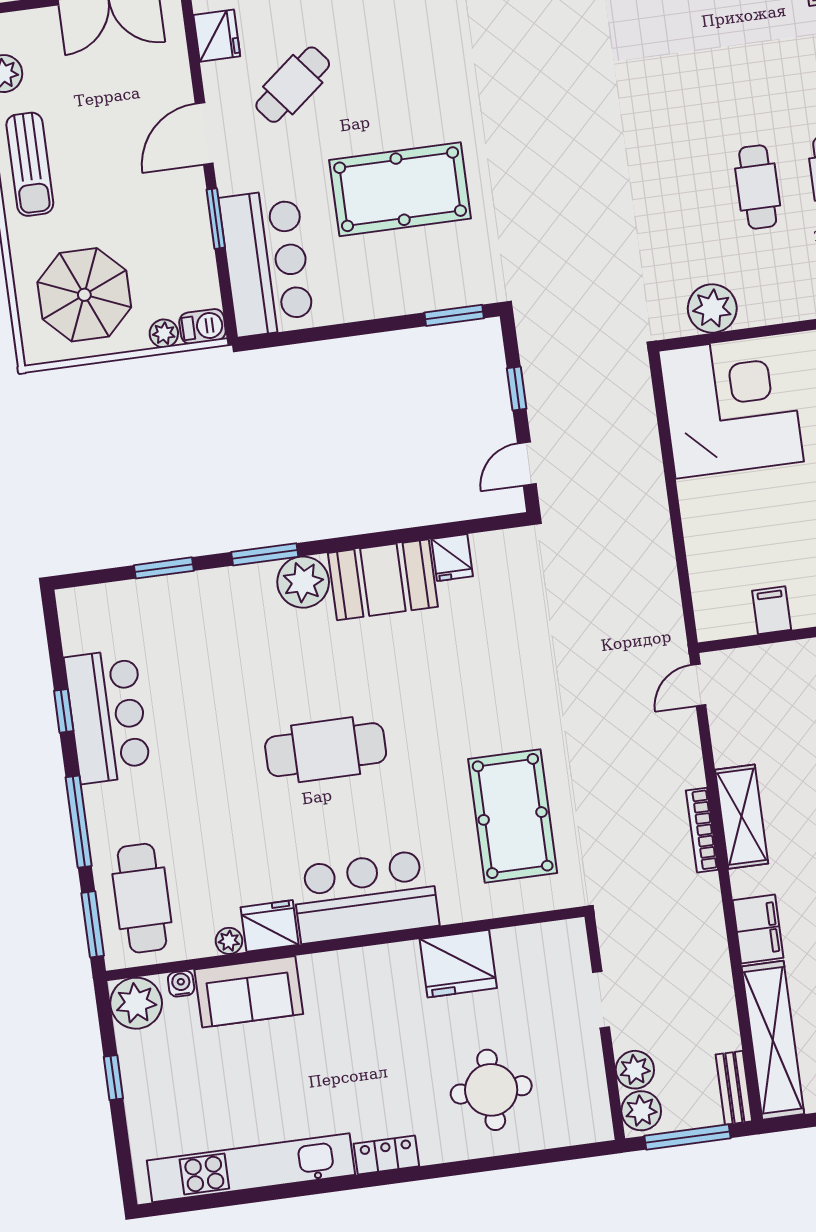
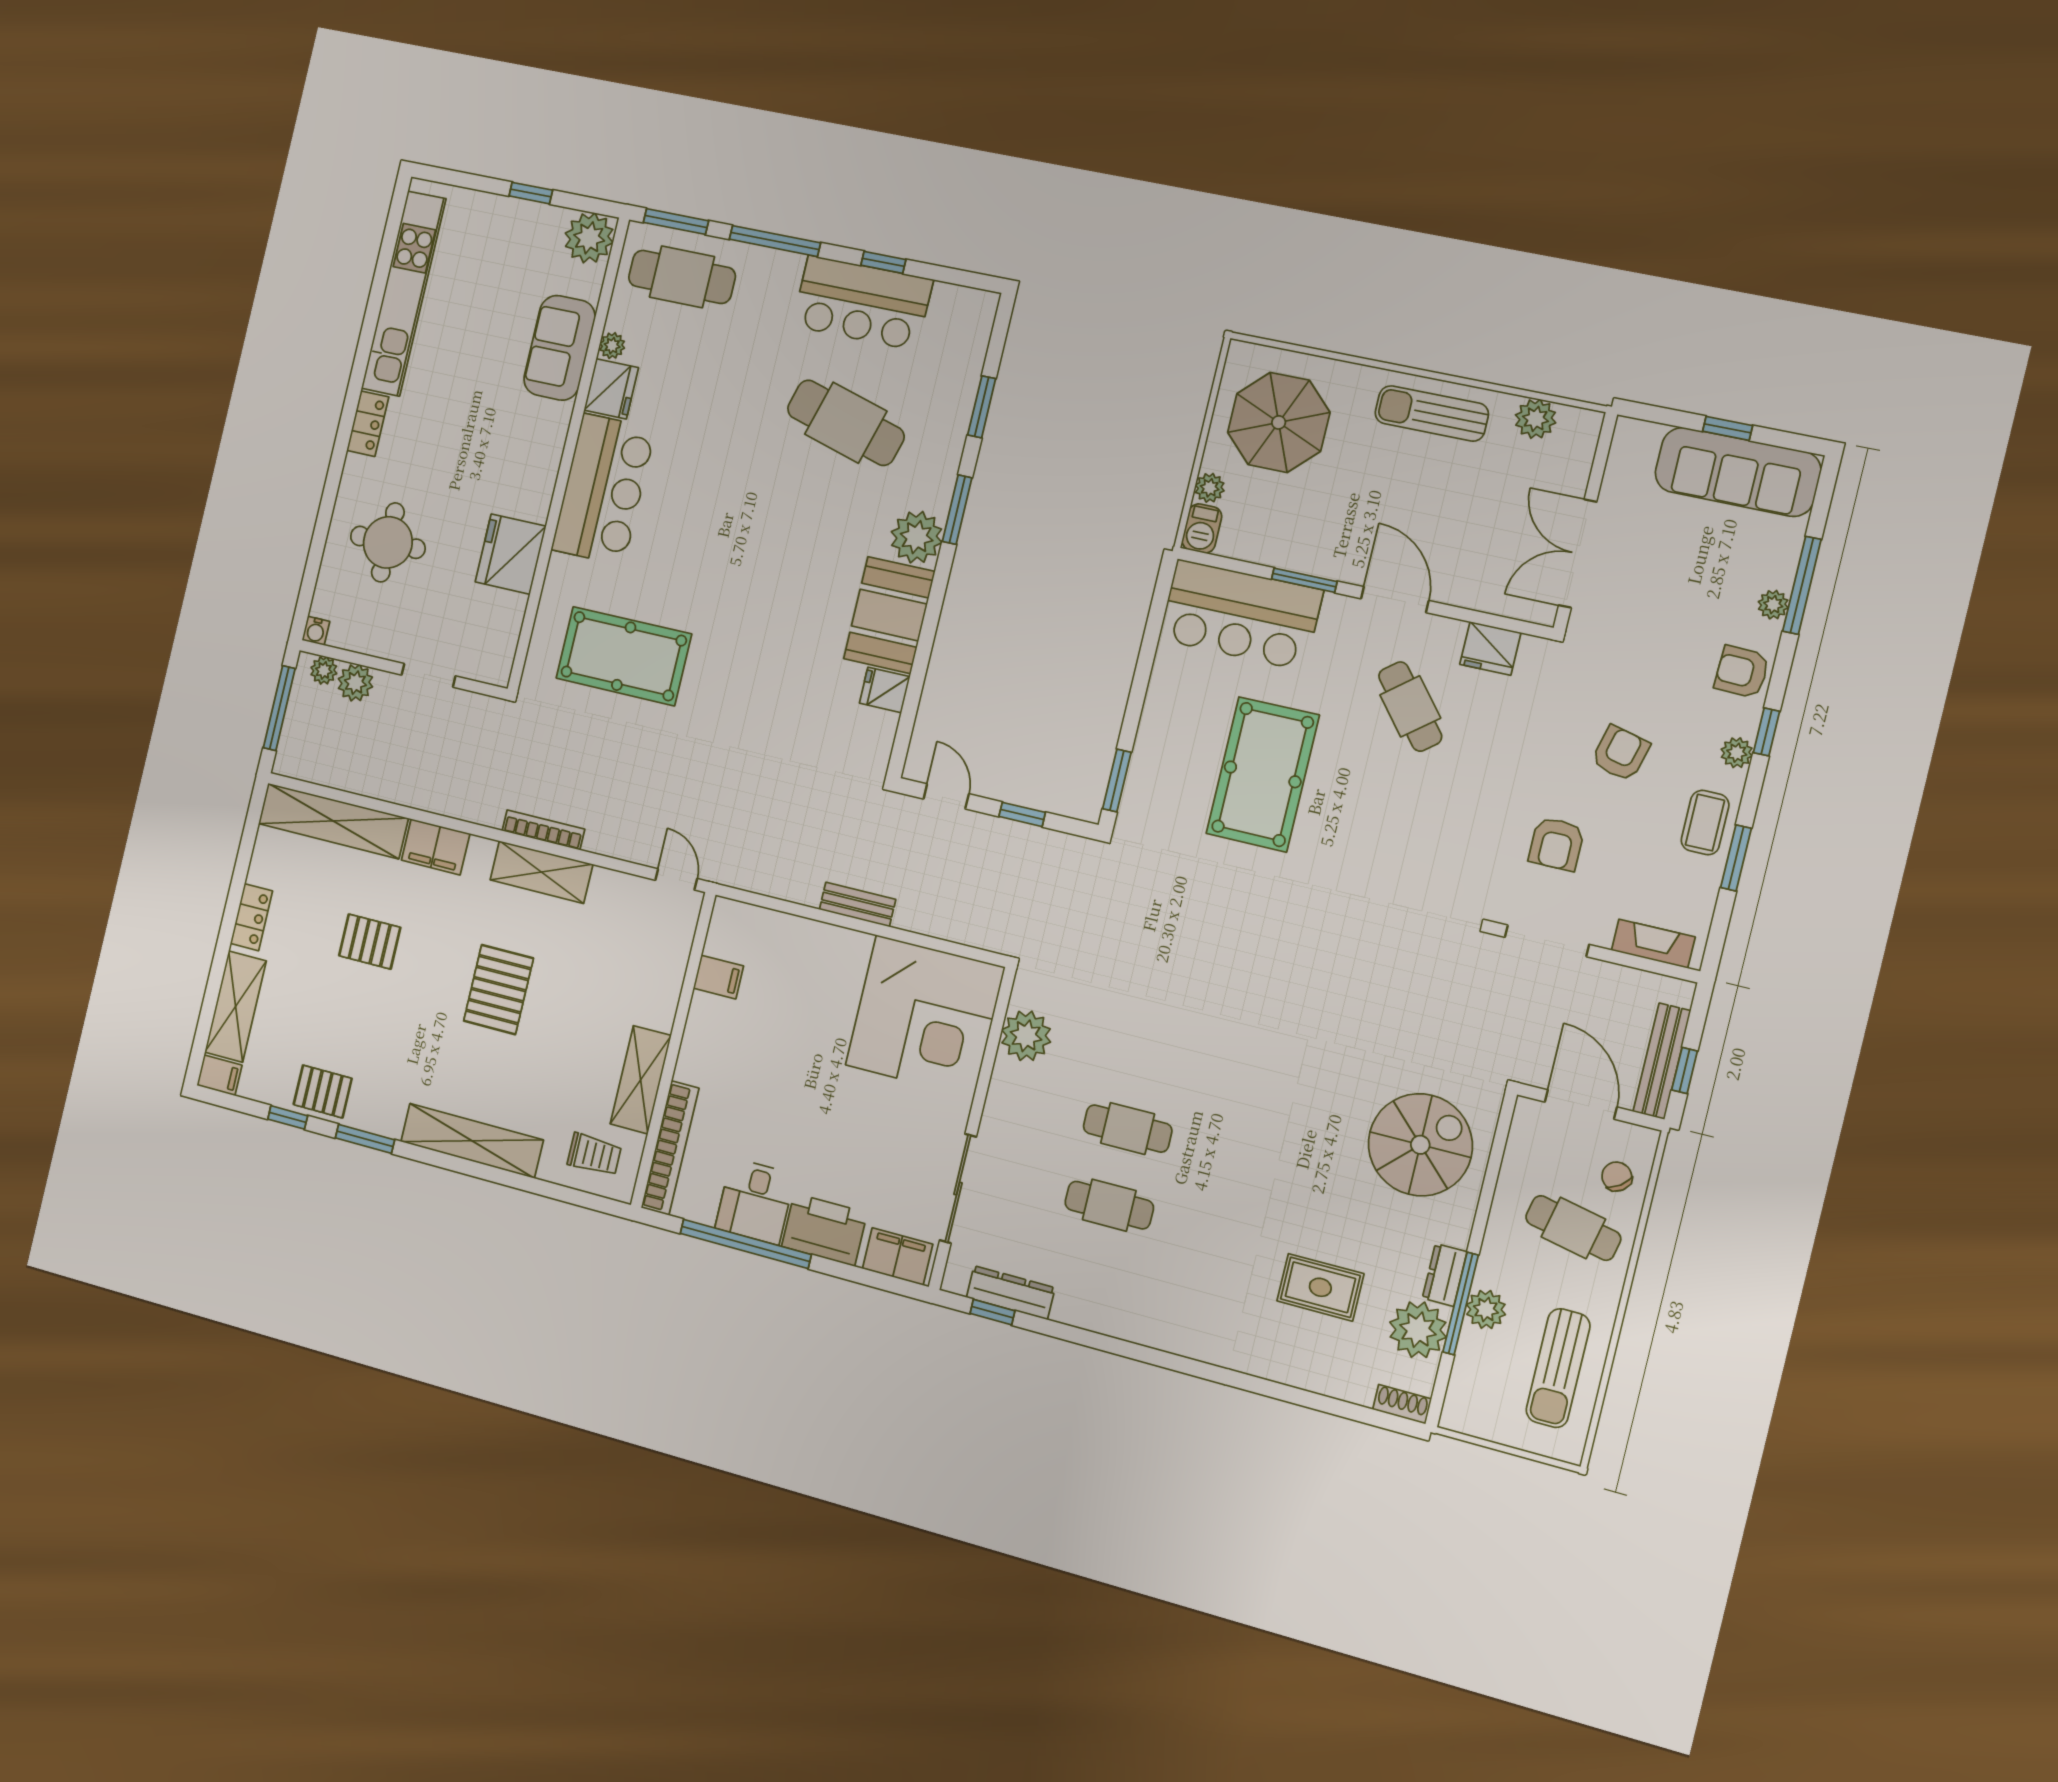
cafe table: (326, 750) -> (846, 423), moved, turned -74
water cooler: (181, 984) -> (316, 631), moved, turned 90
bench: (734, 1088) -> (857, 904), moved
plant: (641, 1111) -> (324, 670), width x0.73, depth x0.73

